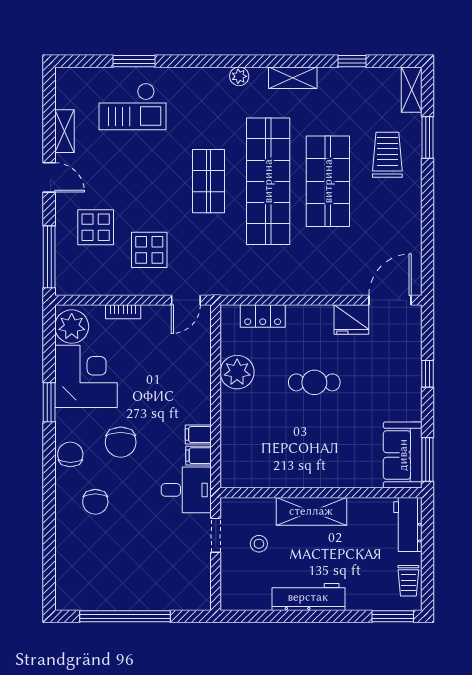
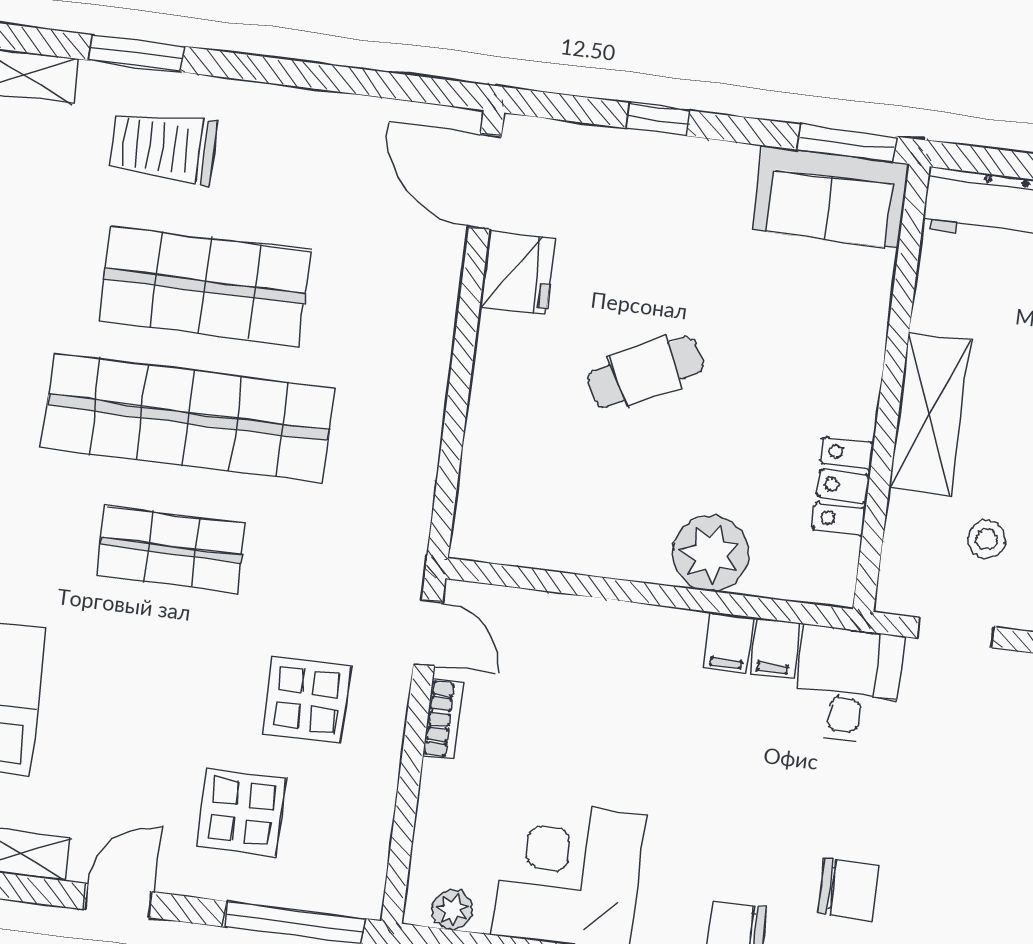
bookcase: (123, 312) -> (443, 719), moved
locker: (263, 316) -> (843, 486), moved, turned 180
plant: (72, 327) -> (452, 910), width x0.53, depth x0.53
plant: (237, 372) -> (711, 554), moved
cafe table: (314, 382) -> (646, 372), turned 63
chair: (121, 442) -> (724, 817), removed

